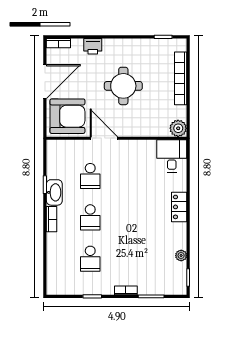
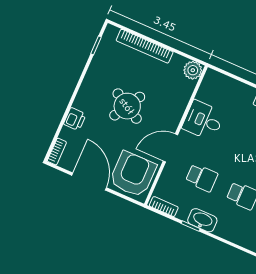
round table: (123, 86) -> (127, 106), turned 30
desk: (172, 156) -> (203, 120), moved
bookcase: (52, 219) -> (164, 207), moved

